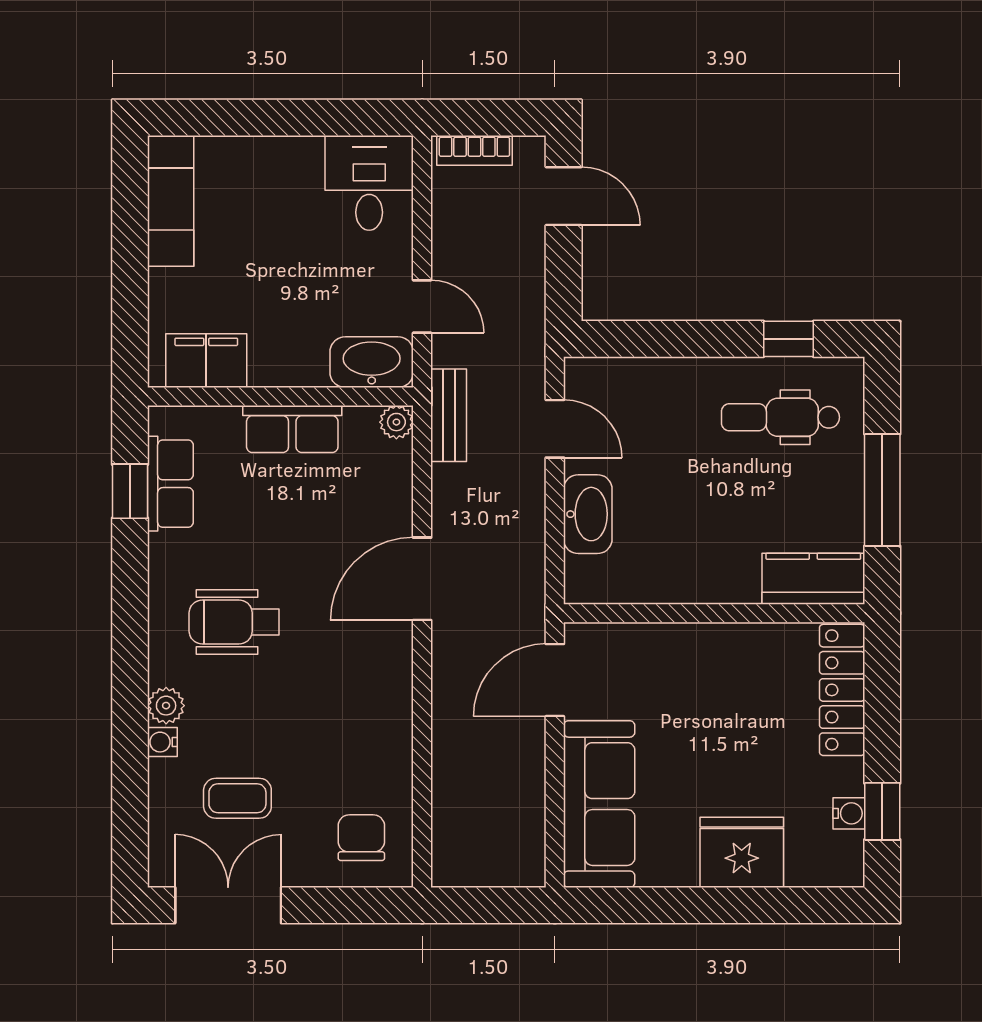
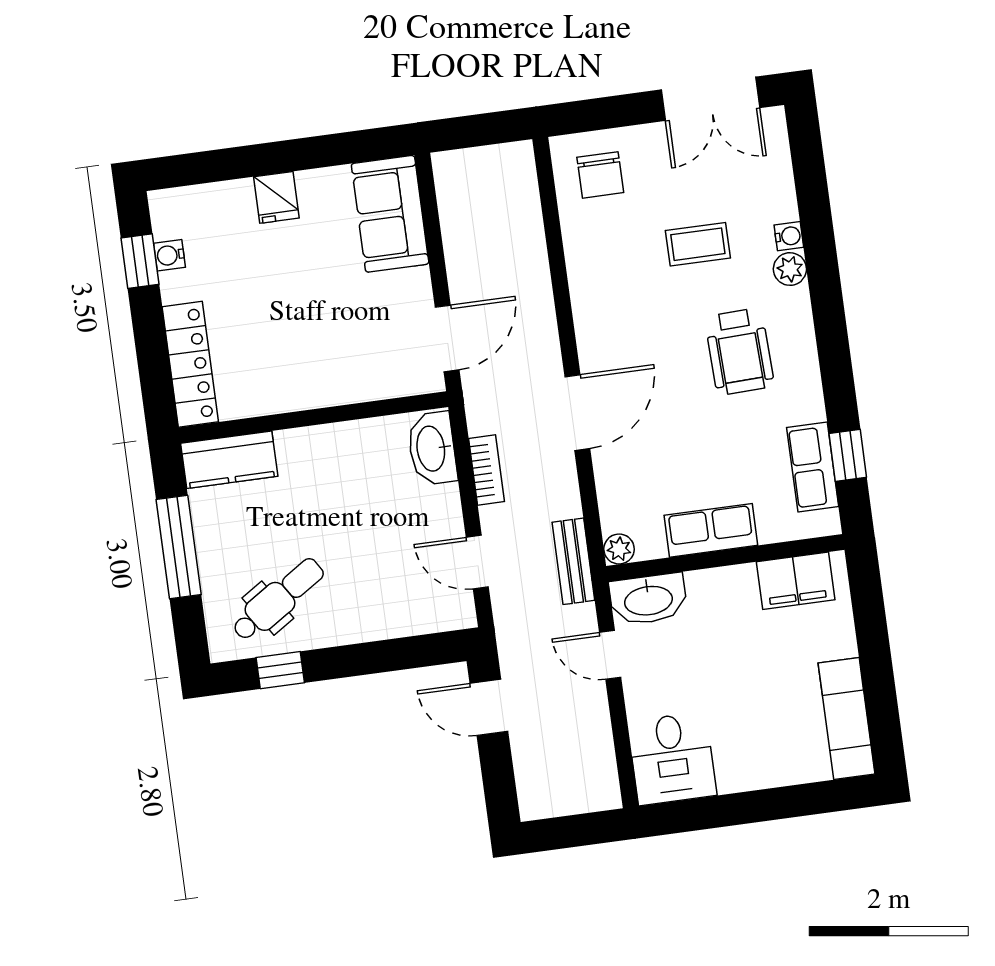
bookcase: (474, 150) -> (487, 470), moved, turned 90
door: (564, 196) -> (489, 707), moved
dental chair: (780, 417) -> (278, 599), turned -33
washbasin: (588, 514) -> (432, 448), moved
wheelchair: (234, 622) -> (739, 352), turned 88
coffee table: (237, 798) -> (698, 244), moved
sofa: (599, 804) -> (390, 214), width x0.73
fridge: (742, 852) -> (276, 197), width x0.53, depth x0.75

